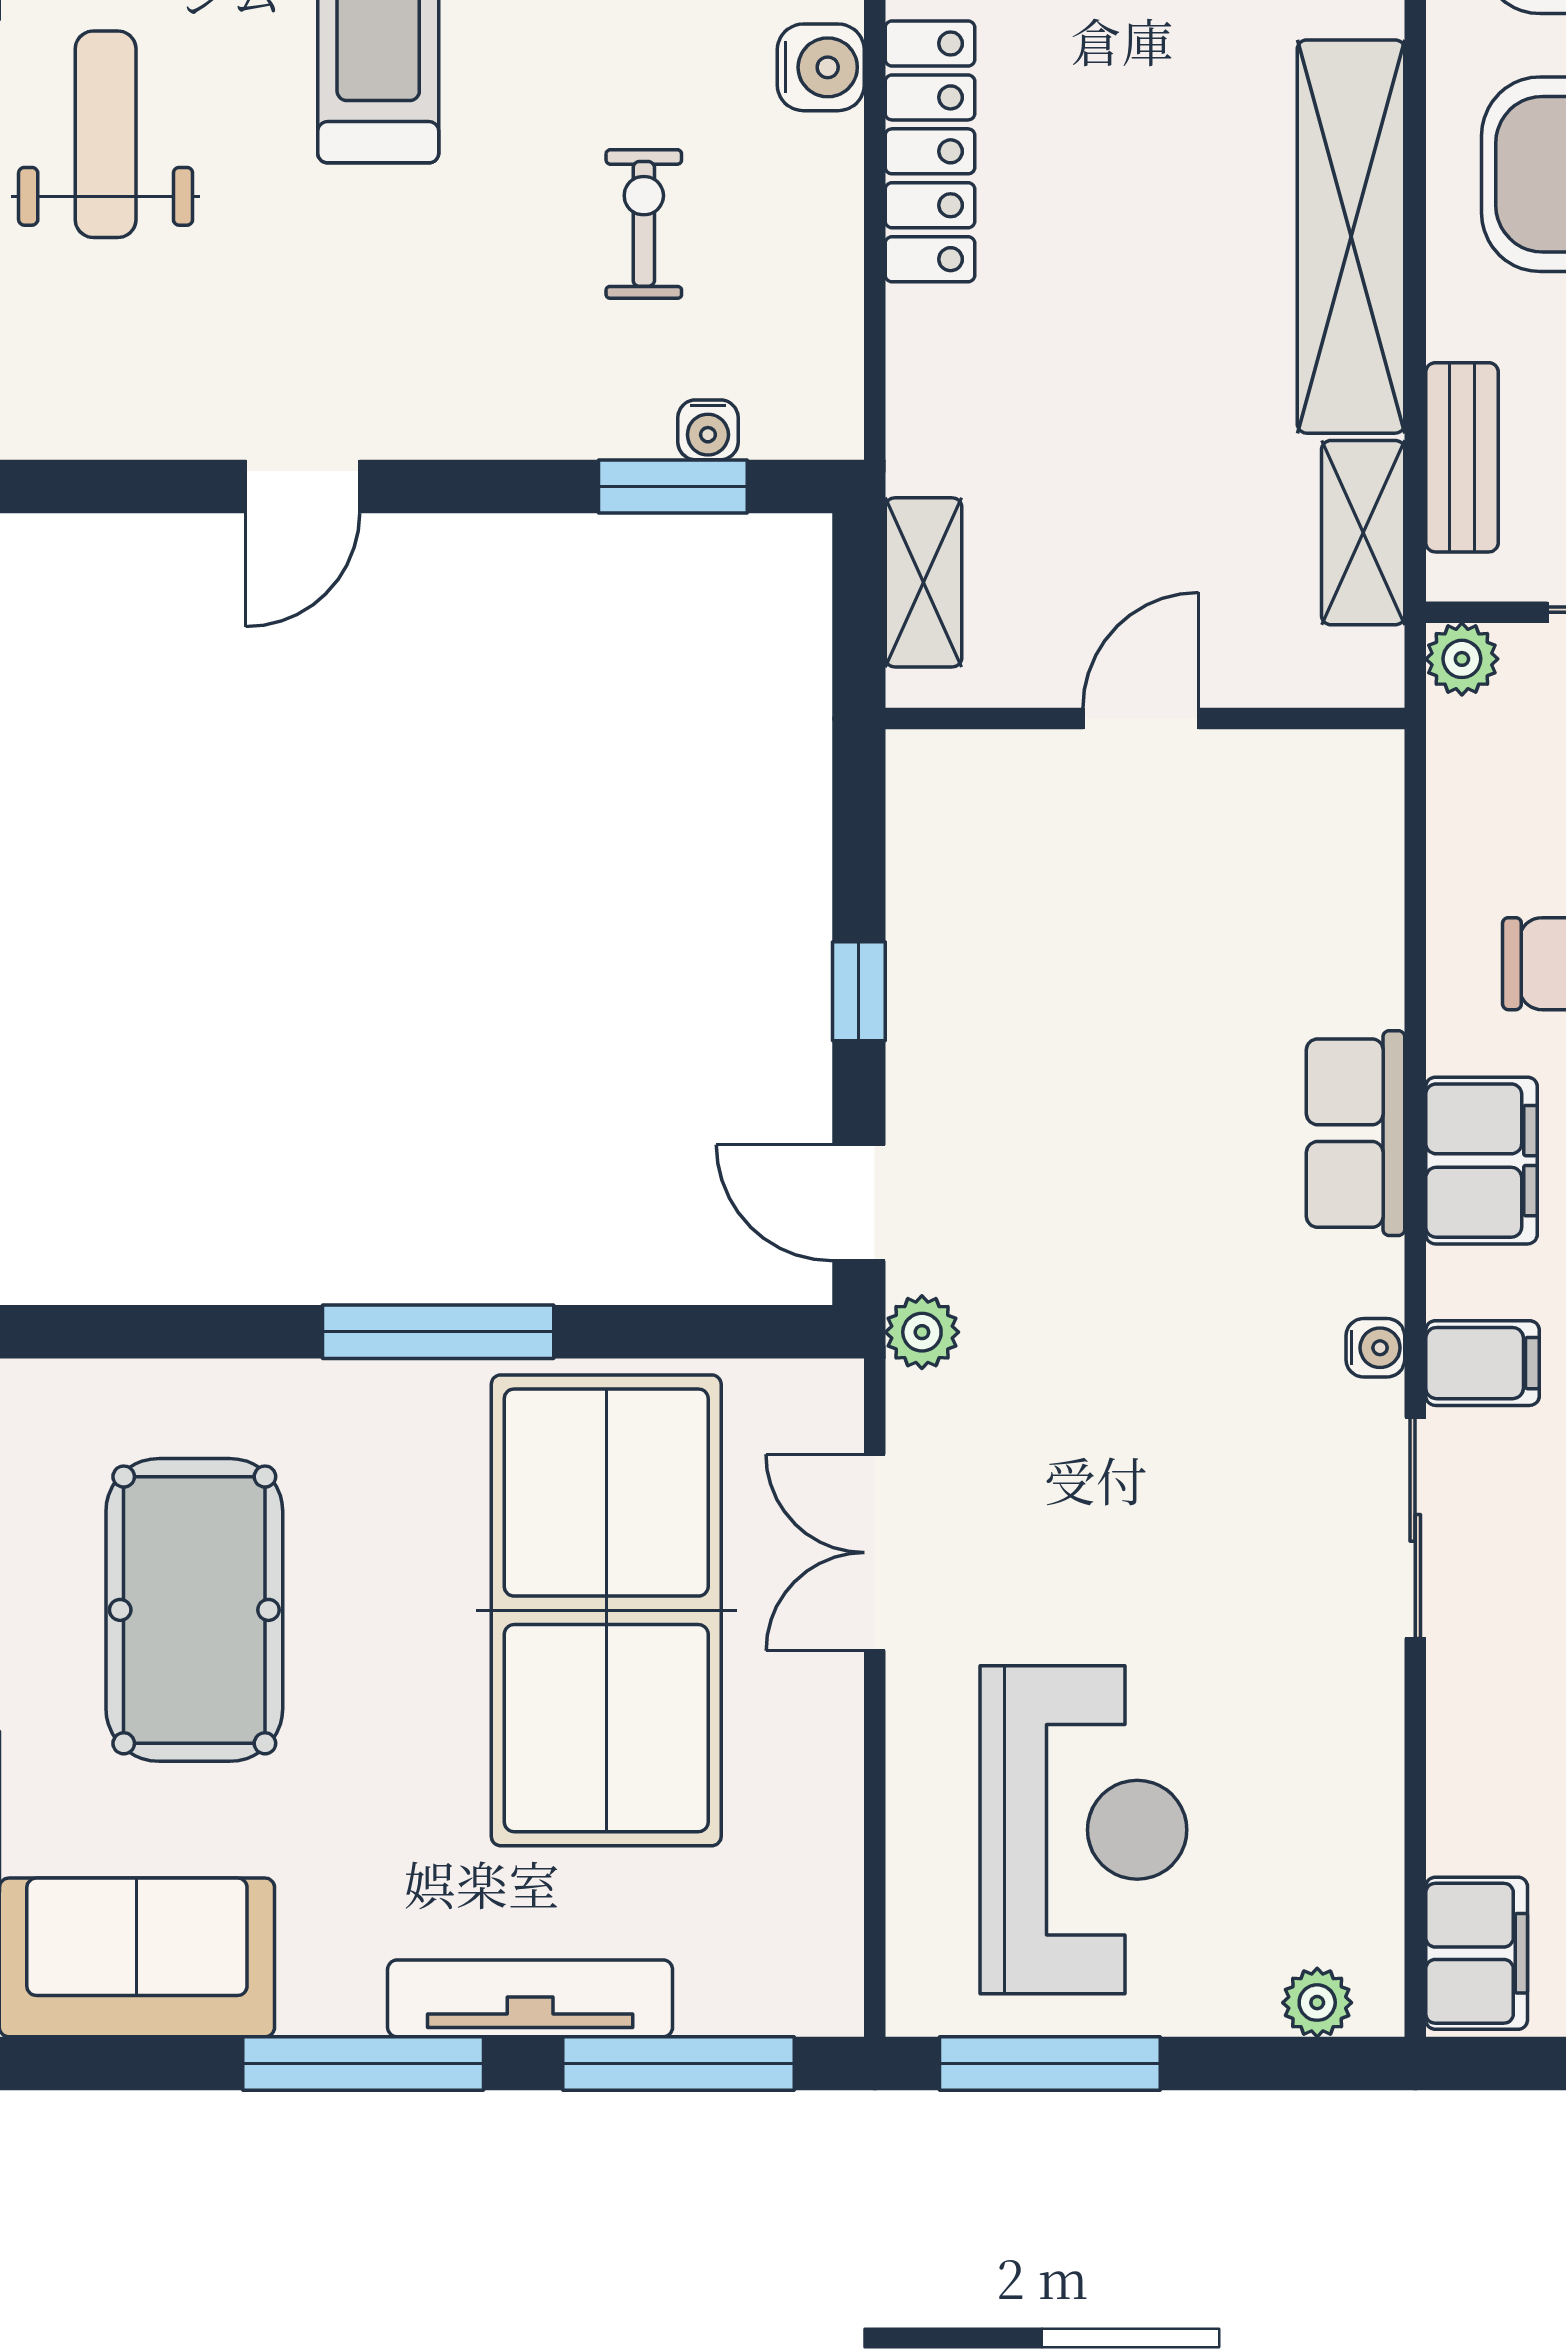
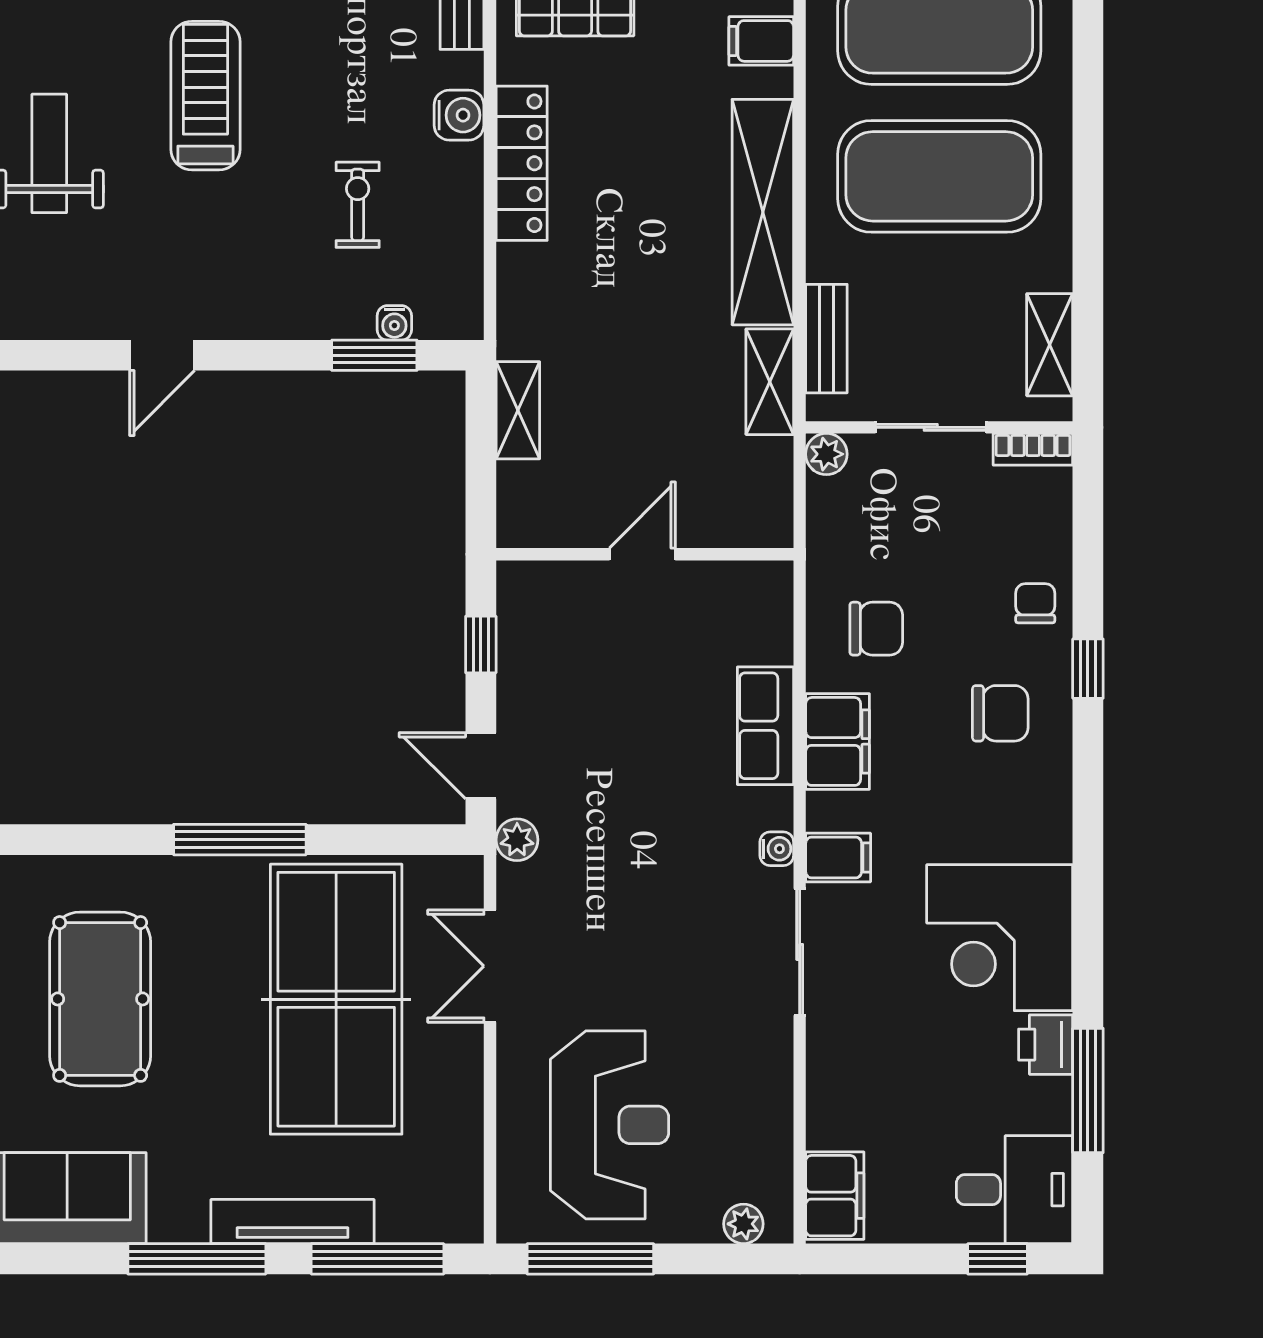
door: (1141, 719) -> (642, 554), moved
wall: (1145, 719) -> (645, 554), moved

